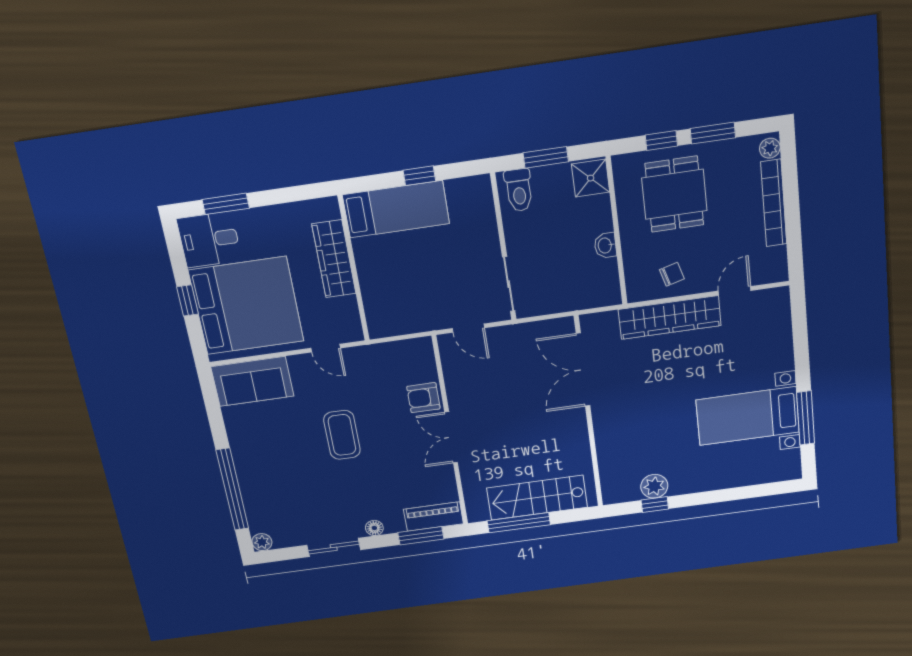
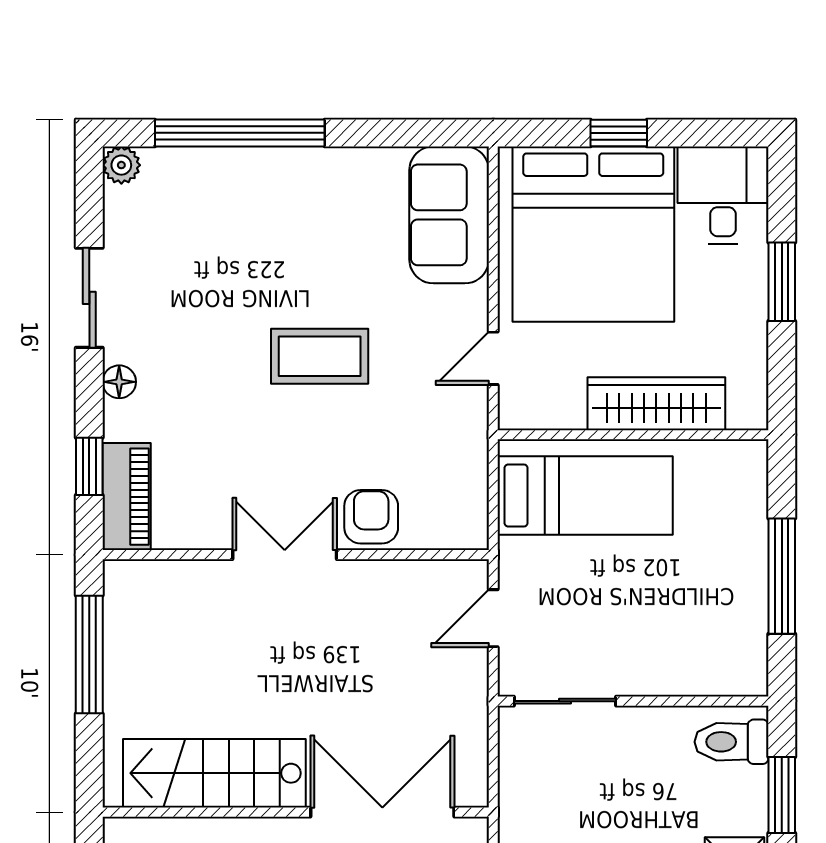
window: (419, 176) -> (782, 576), width x2.17
window: (226, 204) -> (782, 282), moved
bed: (396, 209) -> (585, 495), moved, turned -90
stairs: (537, 498) -> (214, 773), moved, turned -90
window: (421, 536) -> (89, 466), width x0.67

